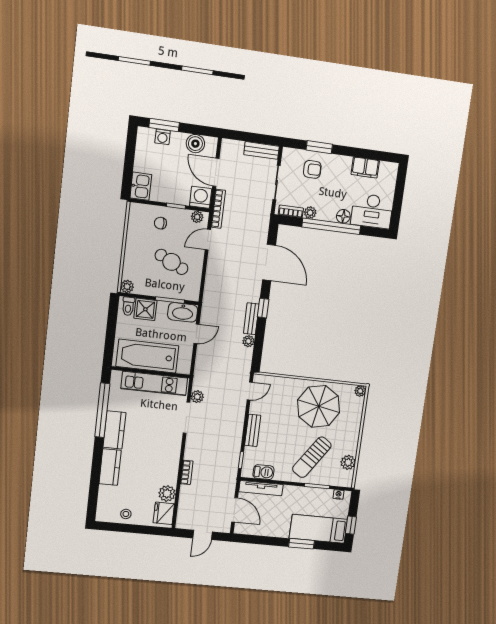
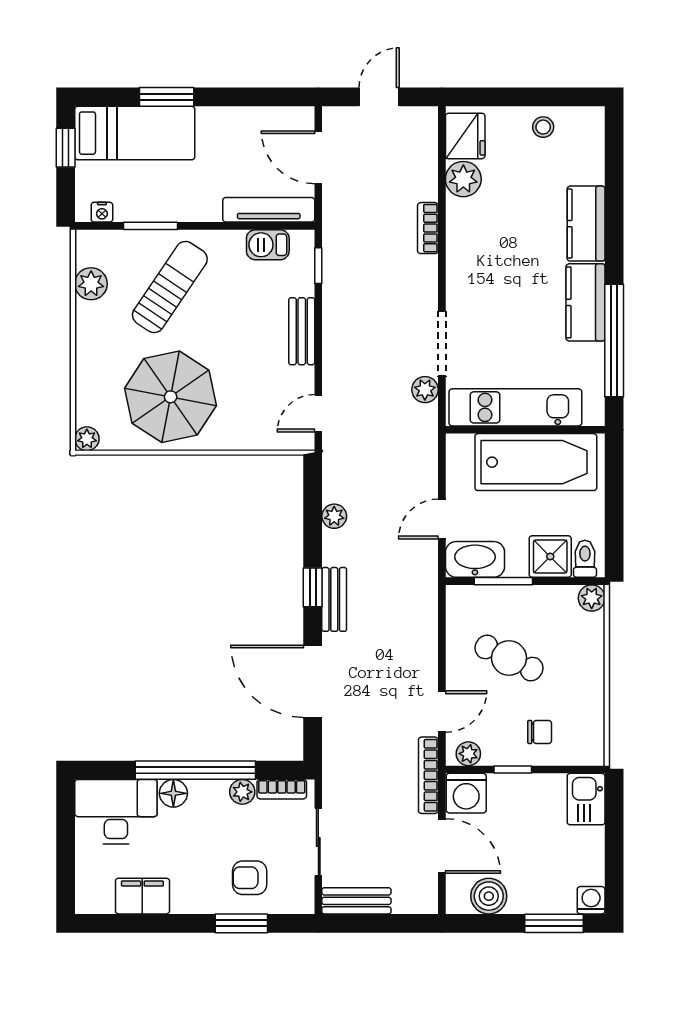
washing machine: (163, 137) -> (591, 900), moved
bench: (251, 319) -> (334, 599), moved

